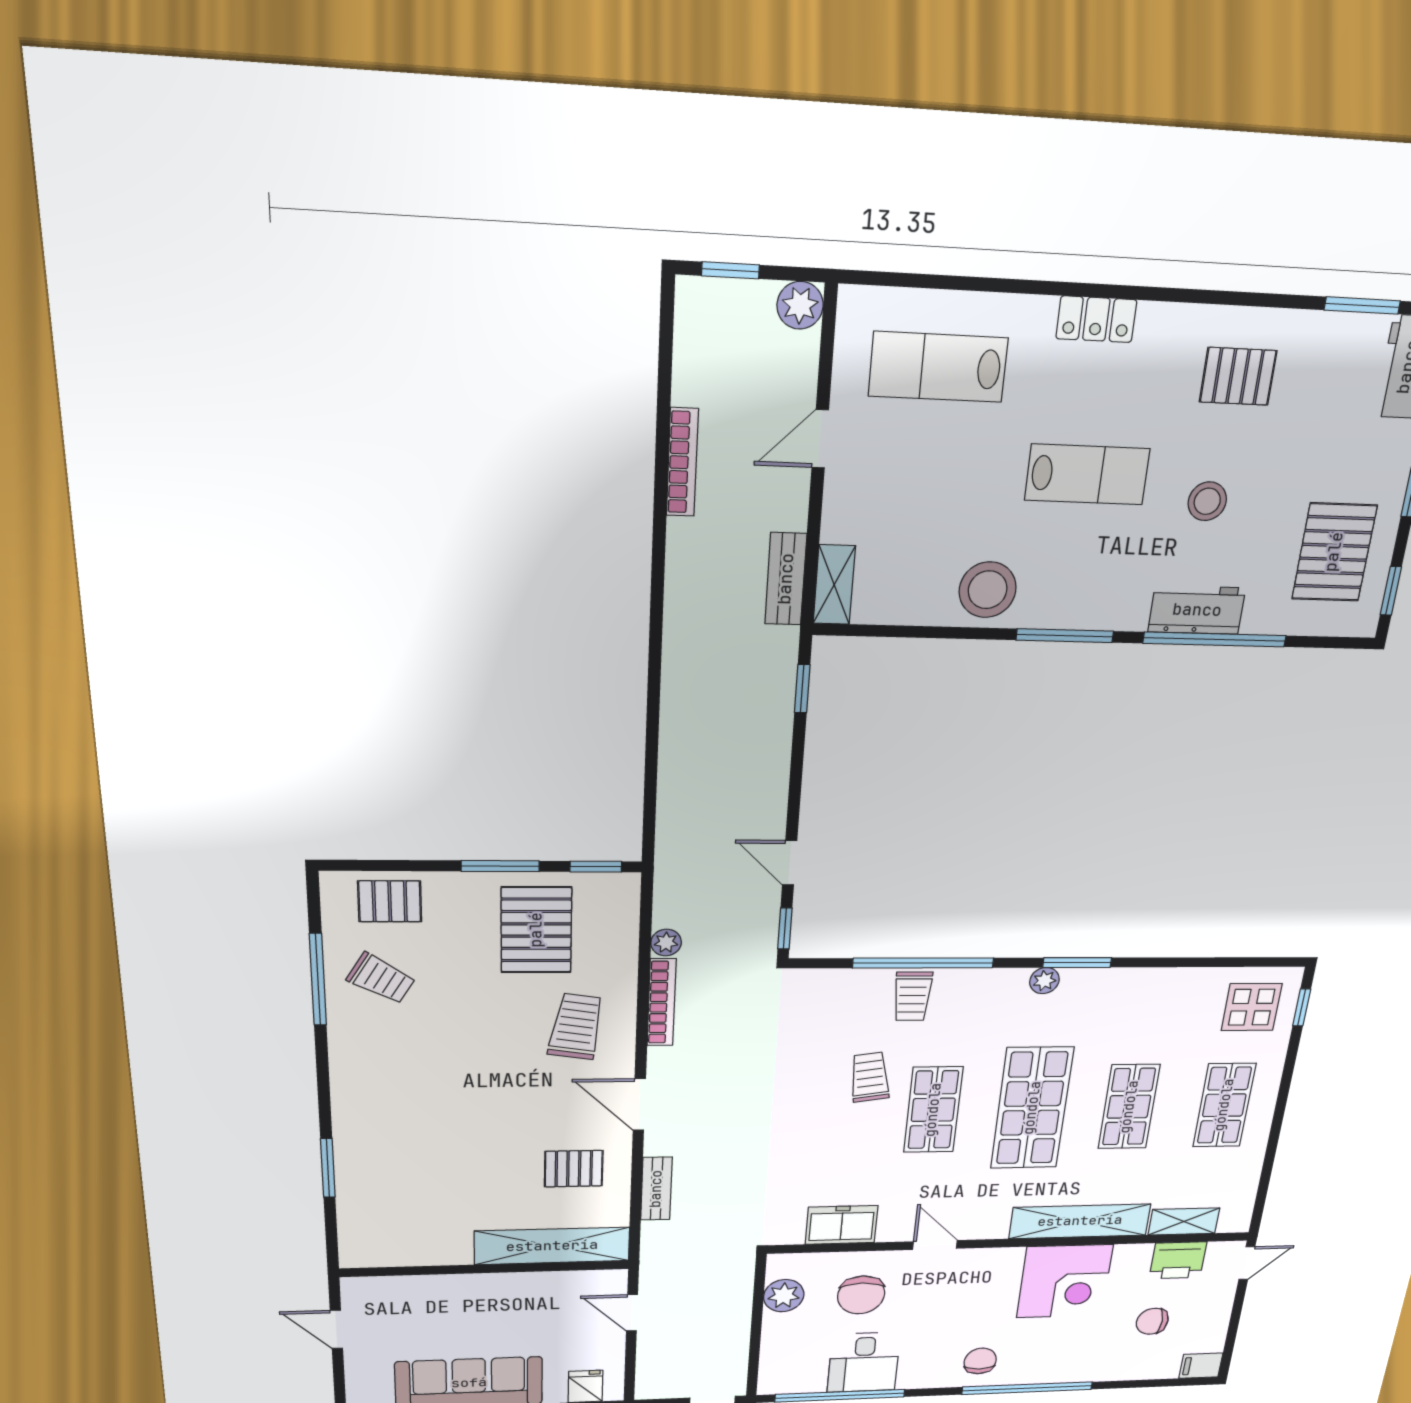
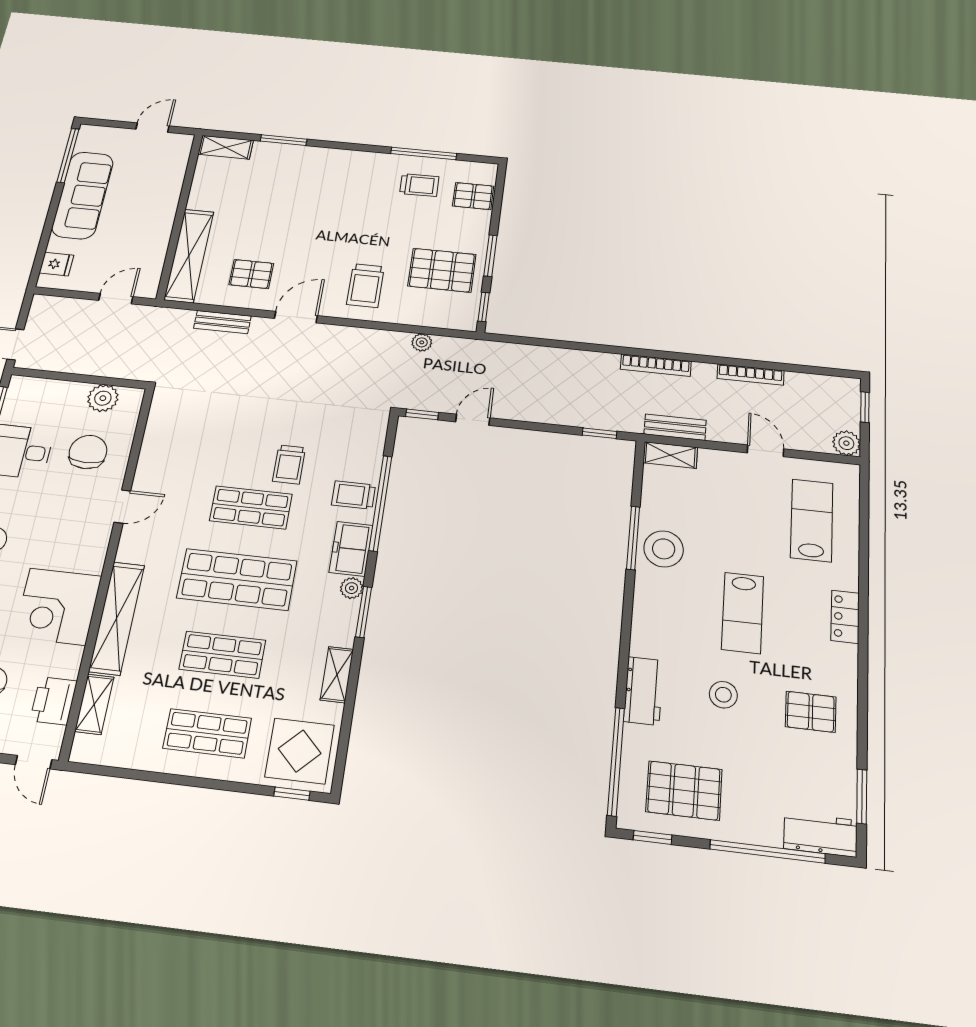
pallet: (1238, 376) -> (811, 712), turned 90
window: (1065, 636) -> (633, 538), moved
window: (1215, 639) -> (616, 761), moved
pallet: (390, 901) -> (473, 196), turned 90
trolley: (381, 979) -> (419, 185), turned -122
shelving: (1159, 981) -> (337, 675), added
bookcase: (662, 1002) -> (656, 365), moved
display table: (1252, 1007) -> (300, 751), width x1.36, depth x1.36
trolley: (576, 1027) -> (365, 286), turned 81
trolley: (870, 1077) -> (289, 464), turned 98
pallet: (574, 1169) -> (251, 274), turned 90
freezer: (842, 1225) -> (351, 549), moved, turned 180
shelving: (355, 1237) -> (226, 147), added
chair: (861, 1295) -> (88, 452), turned 90

